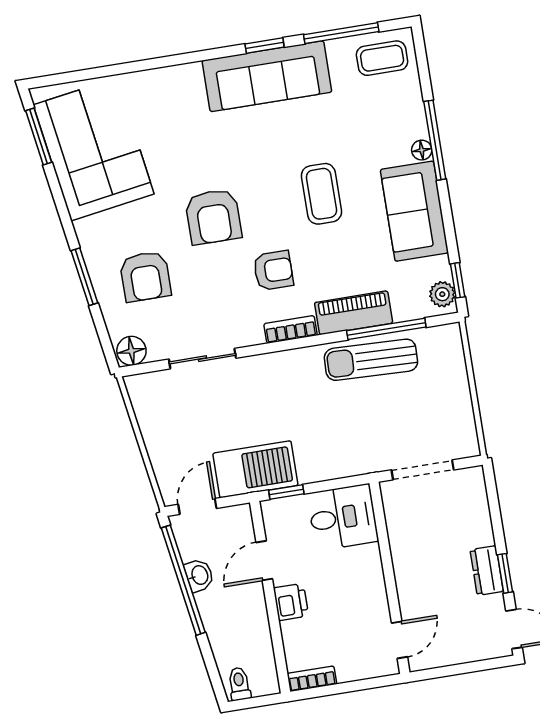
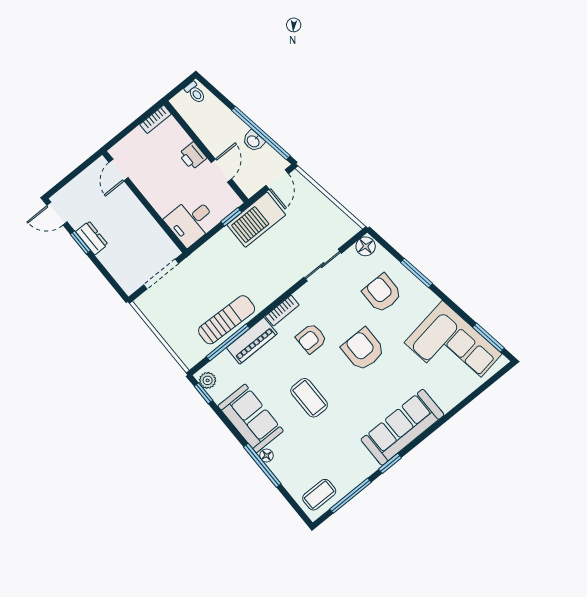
sofa: (267, 76) -> (402, 427), moved

